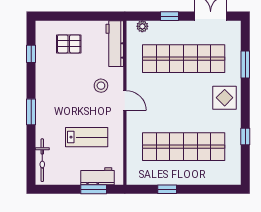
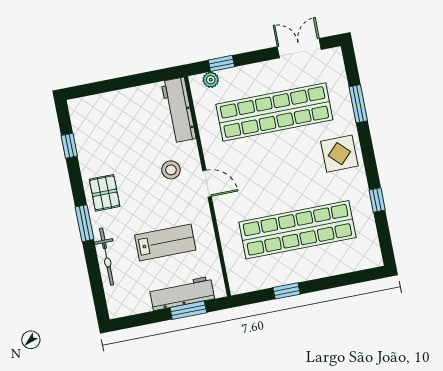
window: (169, 16) -> (221, 63), moved
pallet: (69, 44) -> (105, 193), moved, turned 90
bicycle: (42, 160) -> (107, 257), moved
workbench: (98, 176) -> (182, 293), width x1.38

